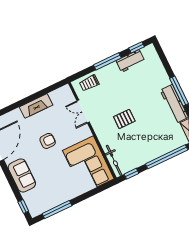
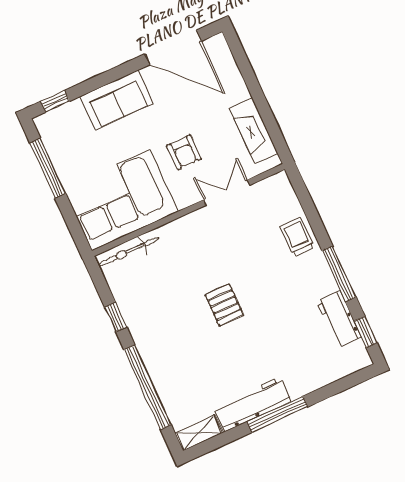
double door: (83, 111) -> (227, 192), moved
wall: (92, 131) -> (188, 210), moved
bicycle: (114, 160) -> (129, 252), moved
corner sofa: (88, 165) -> (121, 200), moved

